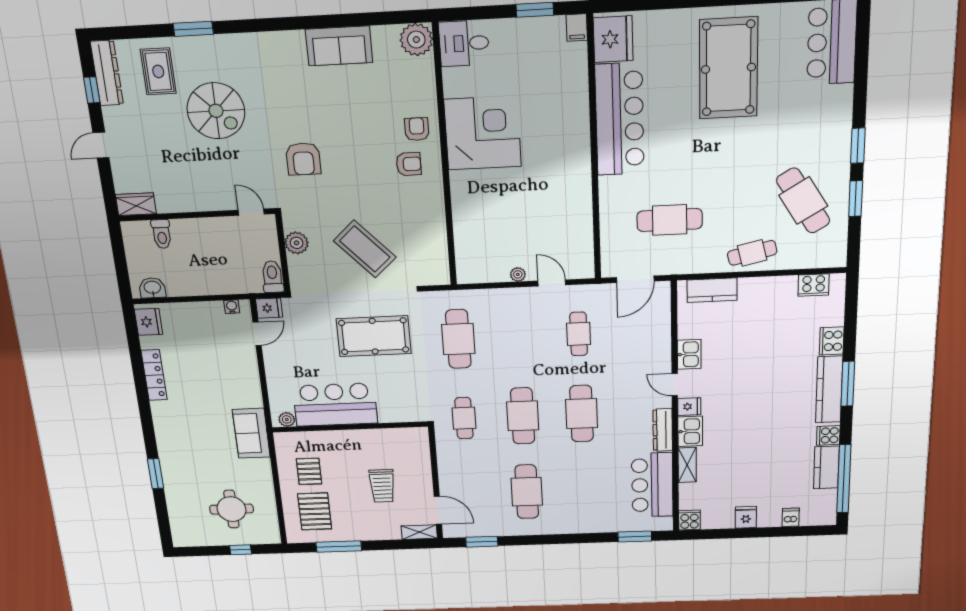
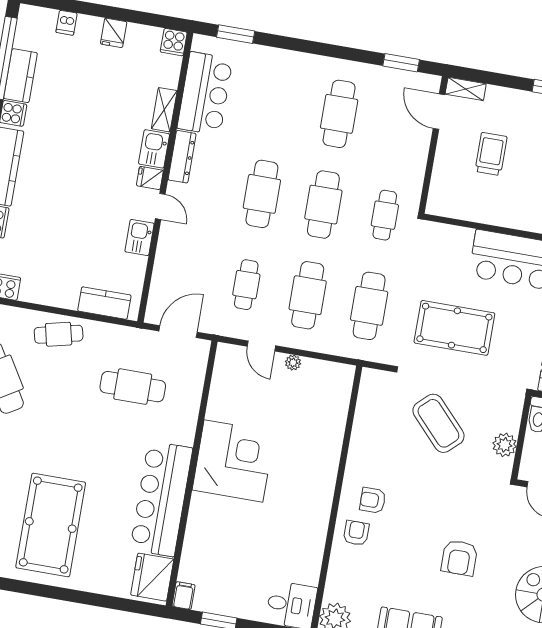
armchair: (417, 129) -> (356, 533), turned 180
corner desk: (483, 133) -> (233, 461), moved, turned 180
armchair: (303, 159) -> (459, 558), moved, turned 180
cafe table: (518, 336) -> (308, 295), added

